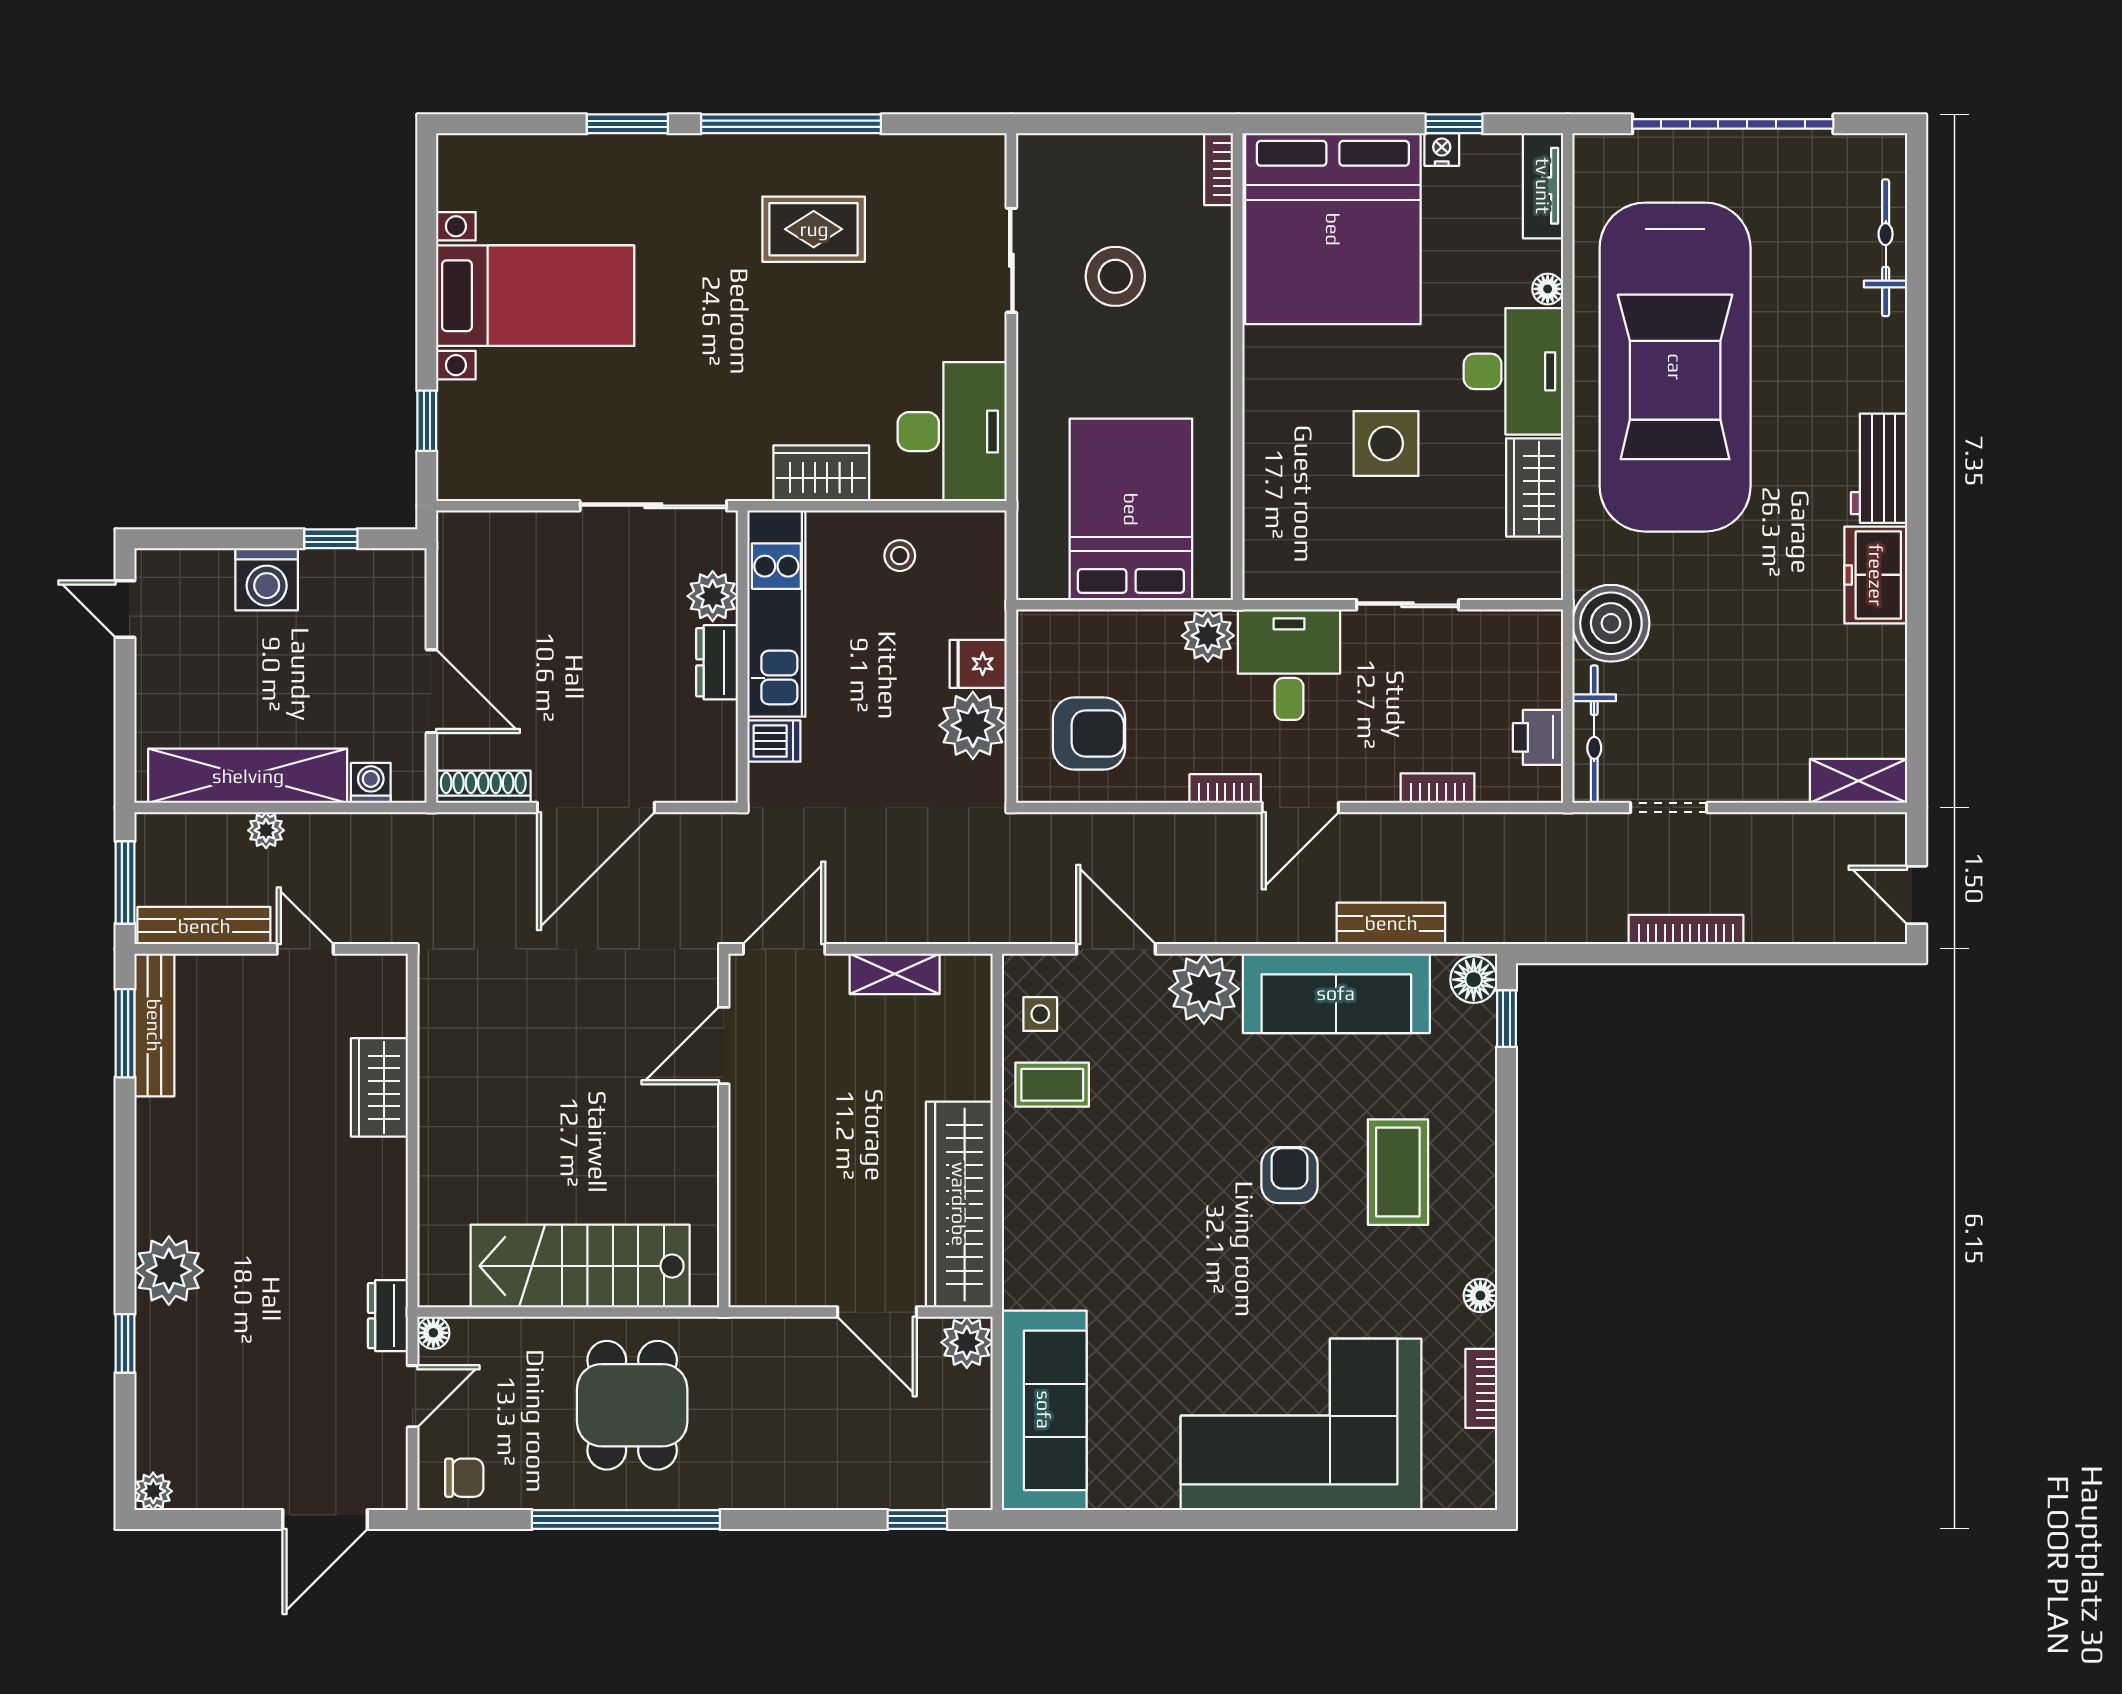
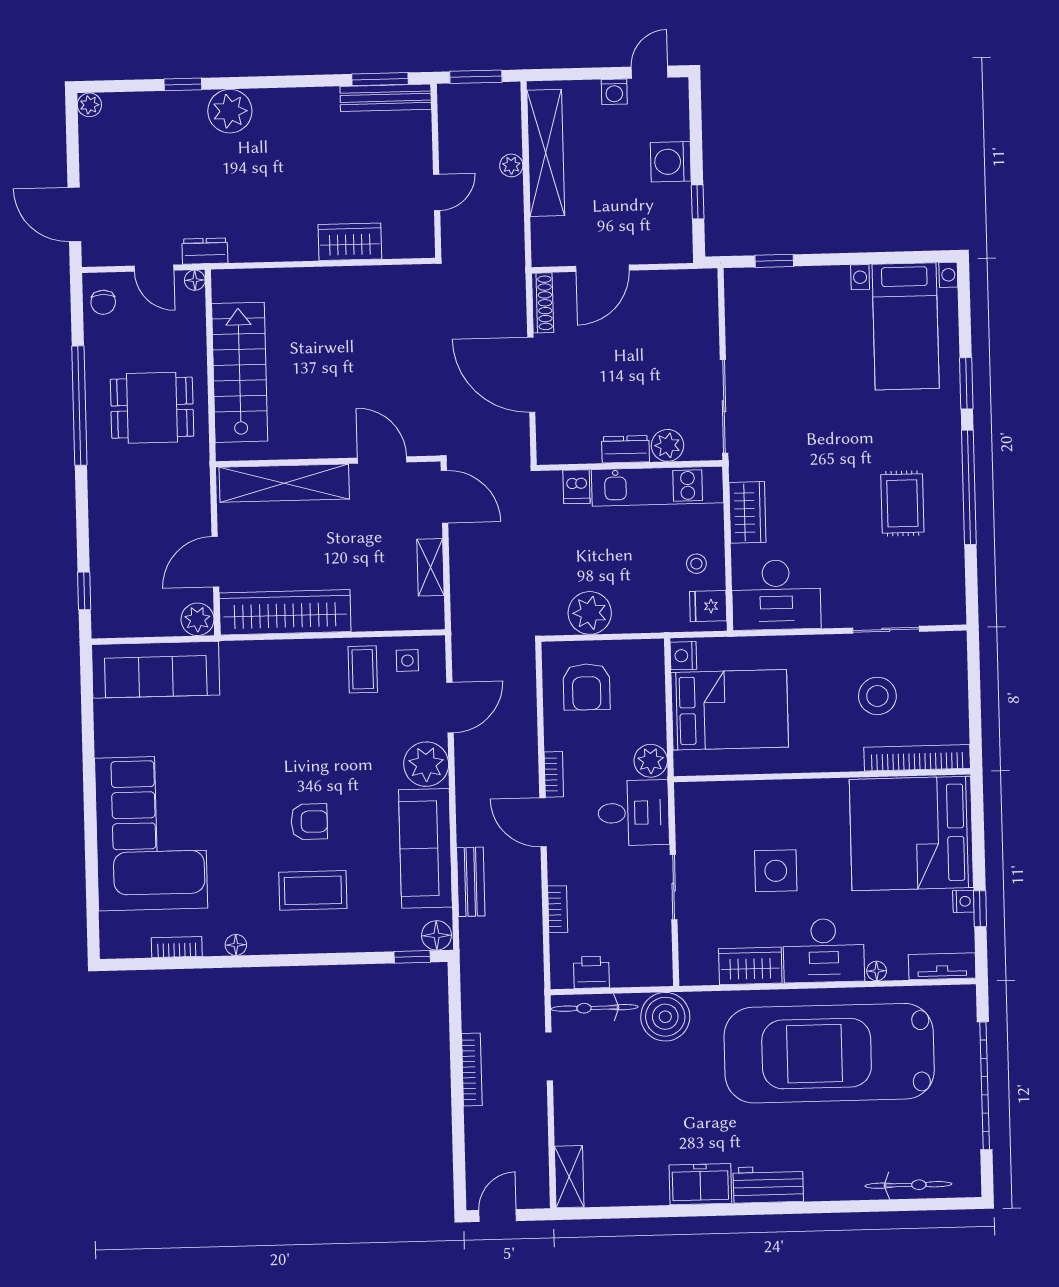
bookcase: (1219, 169) -> (917, 758), width x2.31, depth x1.31
bed with nightstands: (535, 296) -> (906, 326), moved
nightstand: (1044, 580) -> (683, 656), added
fridge: (978, 664) -> (708, 606), moved, turned -90
washing machine: (371, 783) -> (614, 92), moved, turned 90
bench: (204, 926) -> (450, 128), removed
shelving: (756, 1200) -> (284, 483), added

